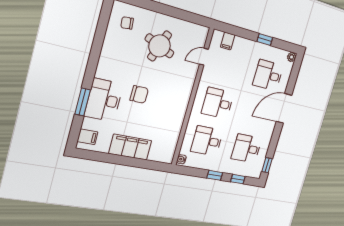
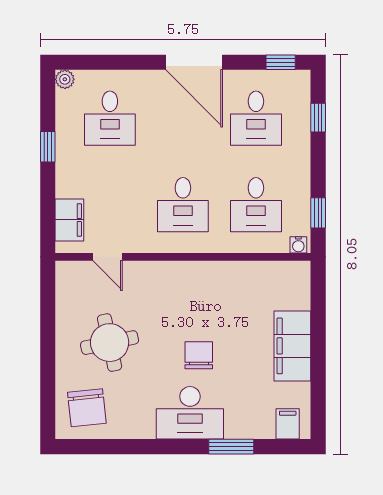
chair: (127, 23) -> (87, 408), width x1.87, depth x1.87
filing cabinet: (228, 41) -> (69, 220), width x2.00
round table: (160, 46) -> (110, 343), turned -33
desk: (104, 100) -> (190, 413), moved
door: (284, 108) -> (194, 62), moved
window: (215, 175) -> (318, 213), moved

